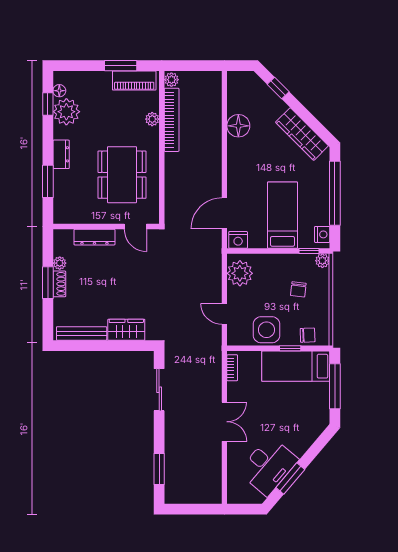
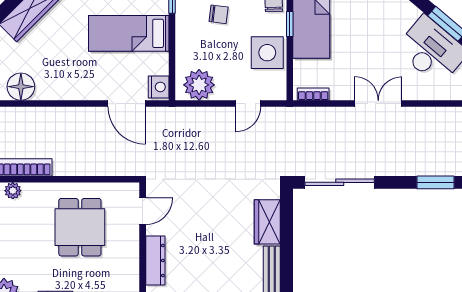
dining table: (122, 175) -> (80, 227), width x0.73
sliding door: (159, 390) -> (340, 182), width x1.37

